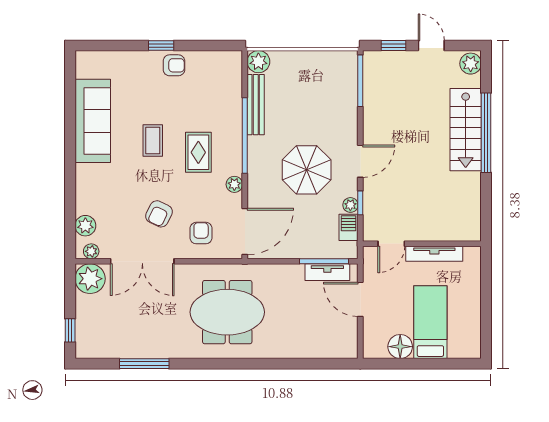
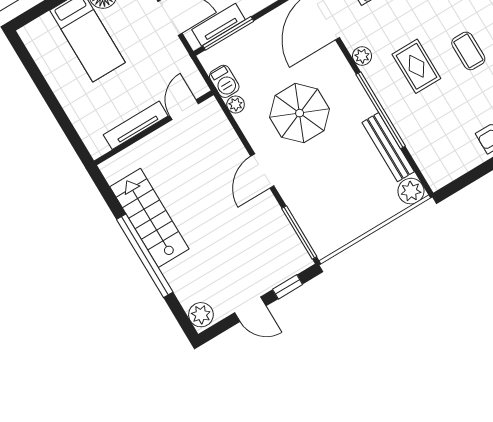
stairs: (466, 130) -> (149, 218), moved
door: (360, 161) -> (262, 171), moved
window: (360, 203) -> (227, 112), removed
door: (391, 244) -> (184, 110), moved
wall: (422, 244) -> (154, 128), moved
tv unit: (434, 254) -> (136, 125), moved

